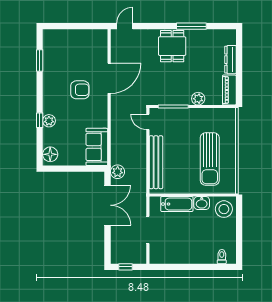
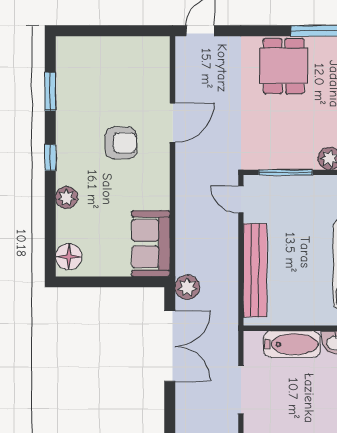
door: (109, 78) -> (173, 123), width x0.73
window: (40, 120) -> (50, 158), moved

